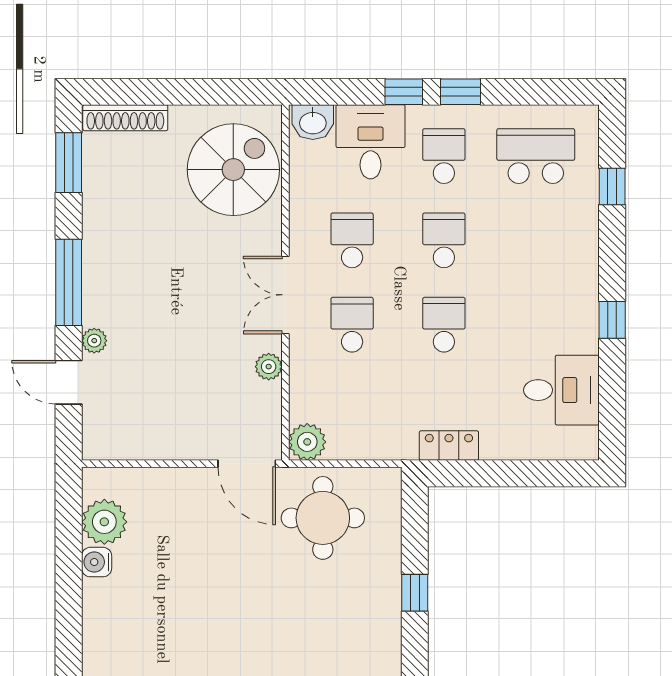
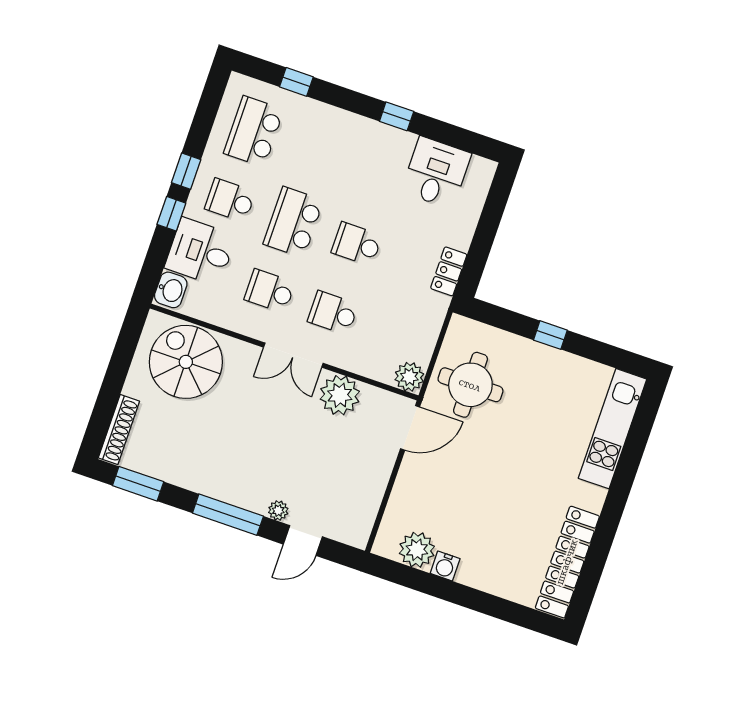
school desk: (444, 240) -> (293, 222), width x1.85
plant: (269, 367) -> (340, 395), width x1.88, depth x1.88

